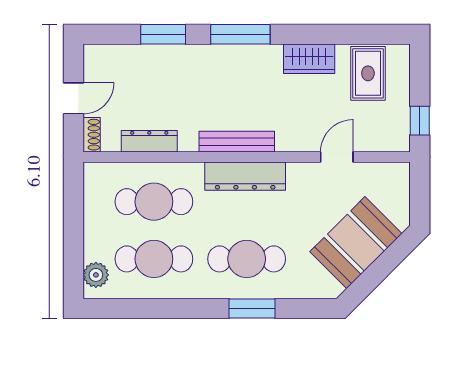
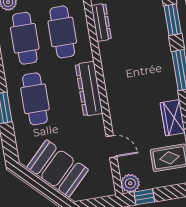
plant: (396, 138) -> (130, 183), added
bench: (237, 142) -> (111, 79), removed

